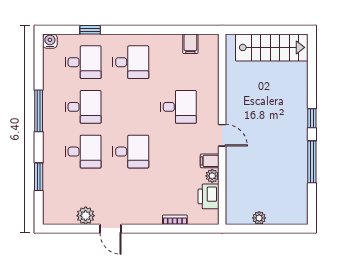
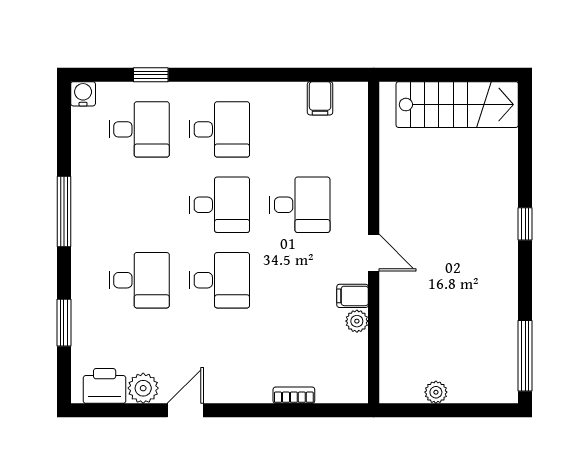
desk: (83, 107) -> (219, 205), moved
window: (312, 162) -> (525, 356), moved
printer: (209, 196) -> (105, 386), moved, turned 90
door: (111, 229) -> (185, 410), swing flipped

